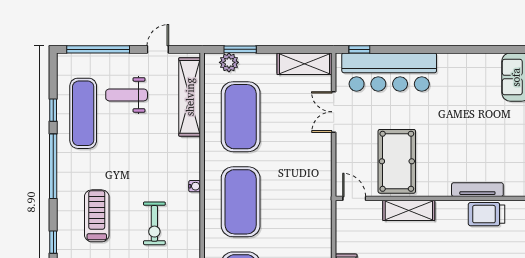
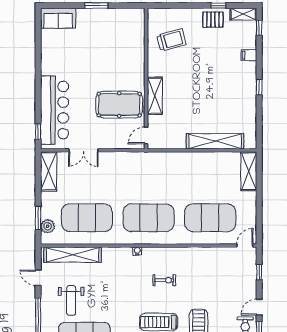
tv unit: (477, 190) -> (140, 46), removed
trolley: (486, 214) -> (171, 40), moved, turned -105
exercise bike: (154, 223) -> (164, 280), width x0.73, depth x0.72

